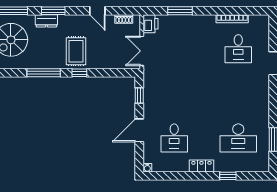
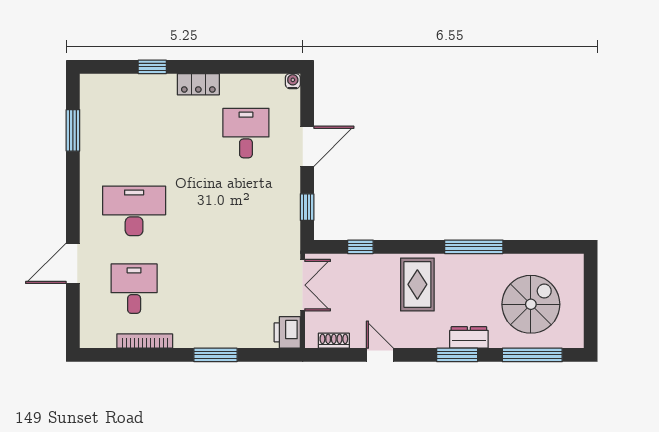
window: (180, 11) -> (216, 355), moved
window: (79, 73) -> (360, 247), moved
desk: (238, 138) -> (134, 211), moved

